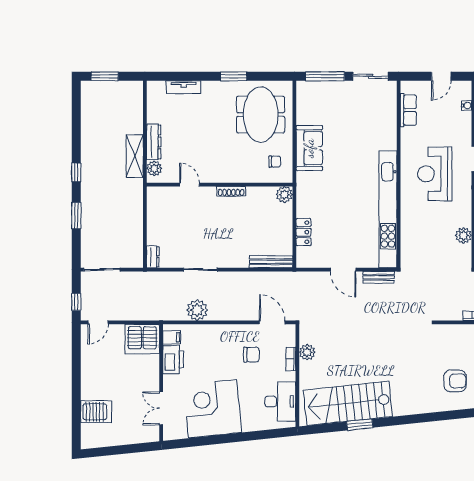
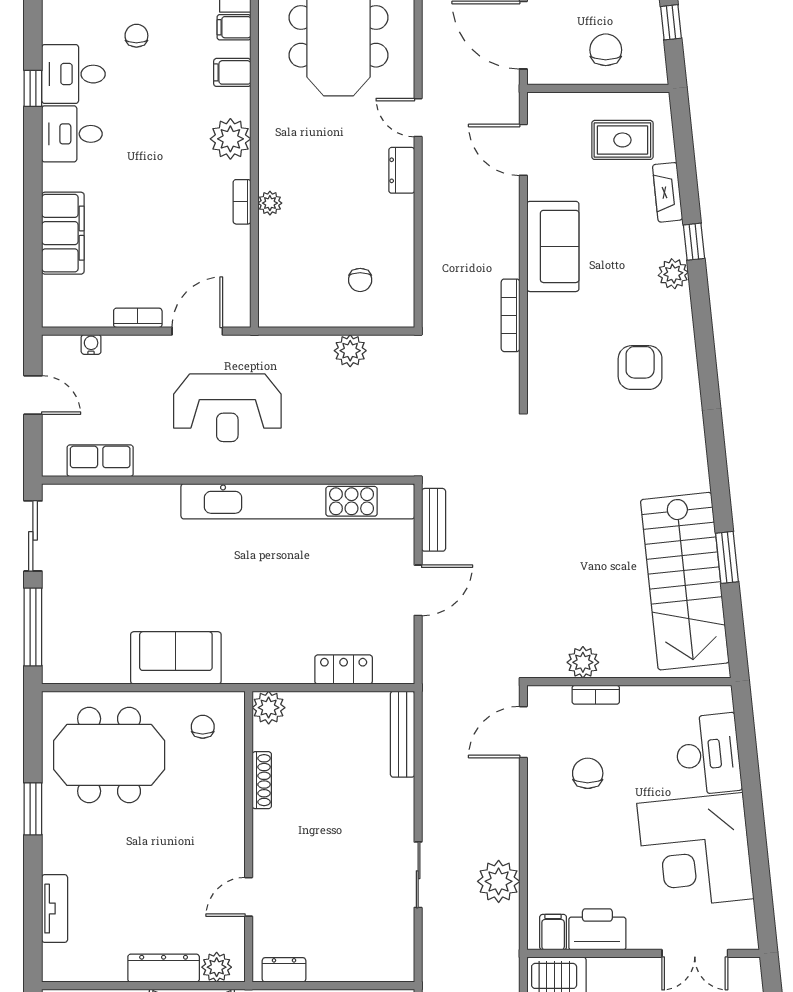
shoe rack: (231, 191) -> (262, 780), moved
dresser: (153, 257) -> (284, 970), moved
desk: (280, 401) -> (708, 754), moved, turned 84

